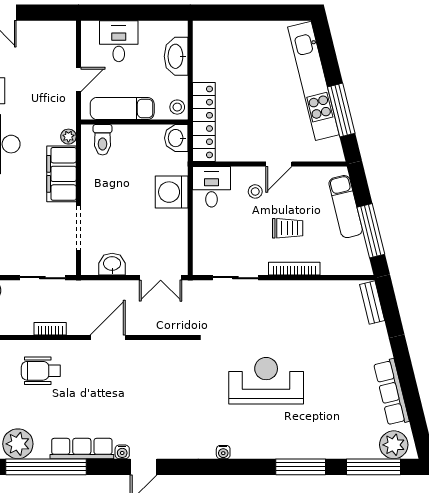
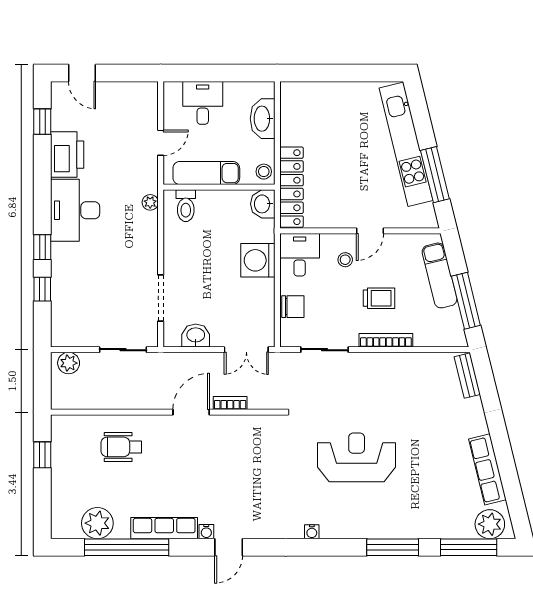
filing cabinet: (62, 174) -> (143, 241), removed
chair: (205, 236) -> (293, 307), added
bookcase: (50, 329) -> (230, 403), moved

